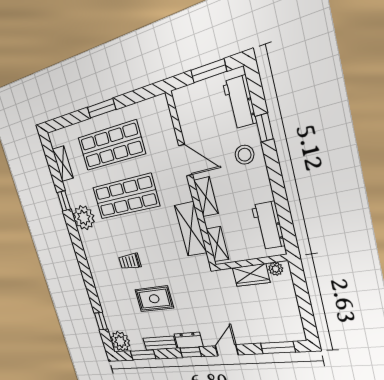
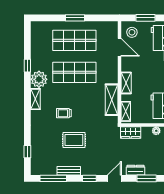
stool: (245, 155) -> (132, 32), moved
door: (186, 160) -> (120, 47), moved
shelving: (63, 164) -> (35, 99), moved
wardrobe: (251, 275) -> (131, 133), moved
dresser: (189, 340) -> (136, 170), moved
plant: (120, 341) -> (38, 168), removed
window: (143, 355) -> (53, 178), width x1.44

